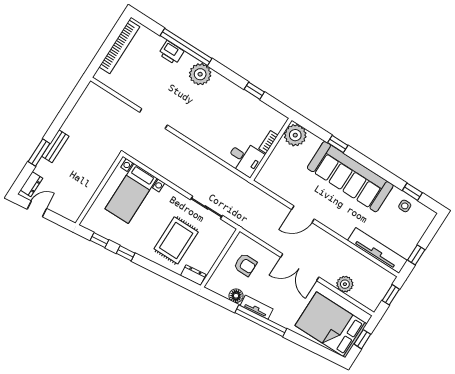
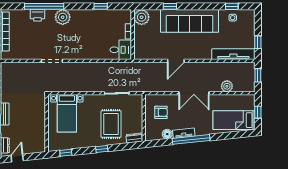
window: (126, 253) -> (102, 149), moved
bed: (331, 325) -> (234, 120), width x0.67

